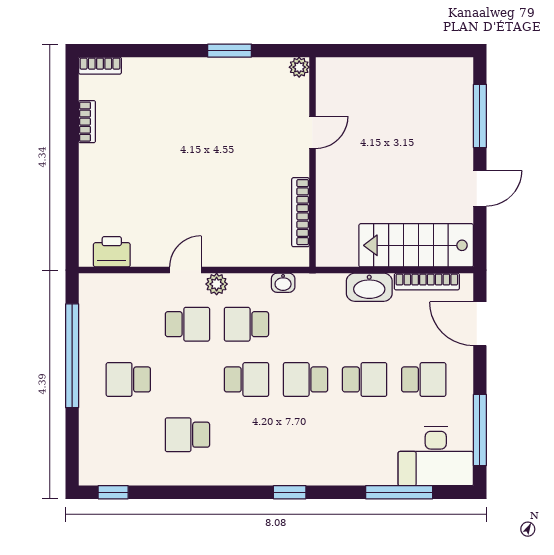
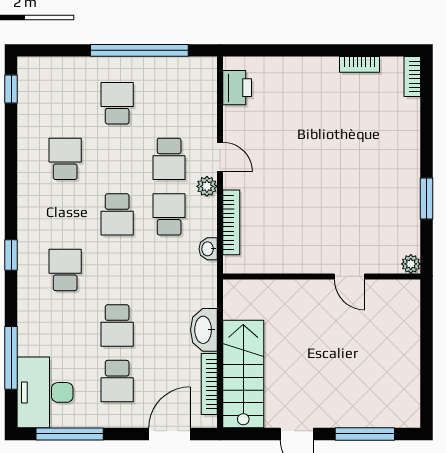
bookcase: (301, 212) -> (231, 222), moved, turned 90
school desk: (306, 379) -> (65, 270), moved

